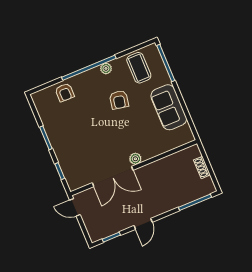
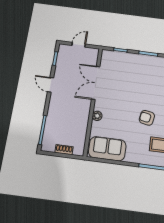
sofa: (169, 107) -> (107, 149), moved
plant: (135, 159) -> (97, 116), moved
door: (75, 207) -> (79, 45), moved

